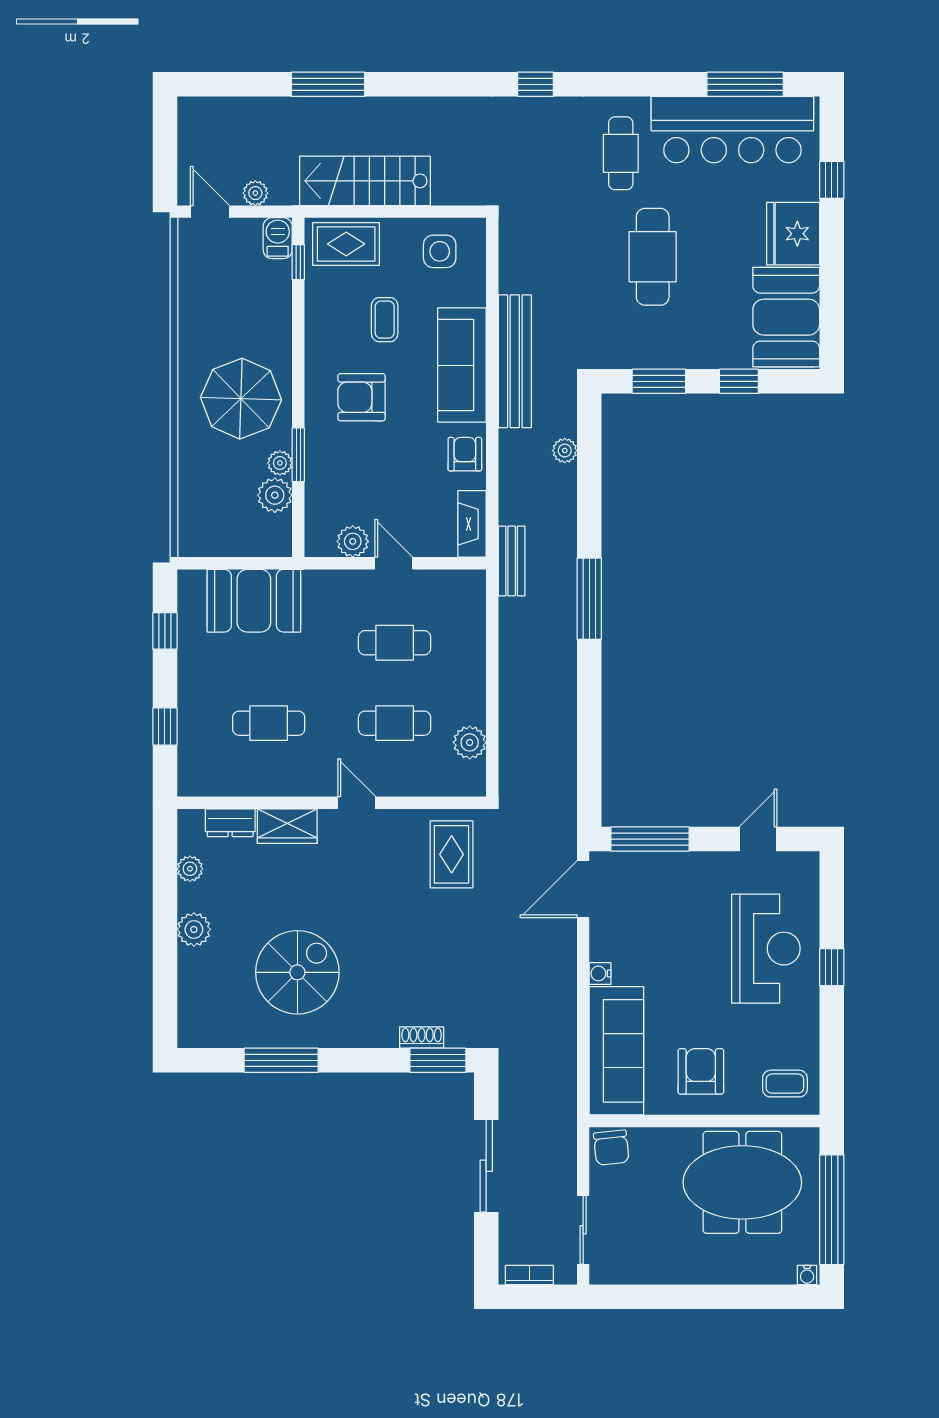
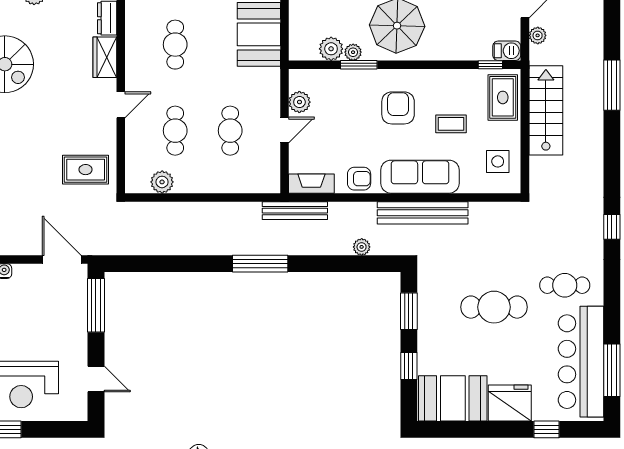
bench: (512, 561) -> (295, 211), width x1.36

